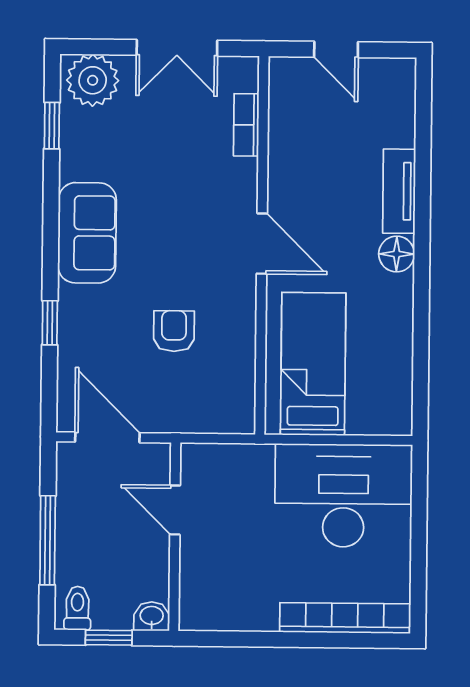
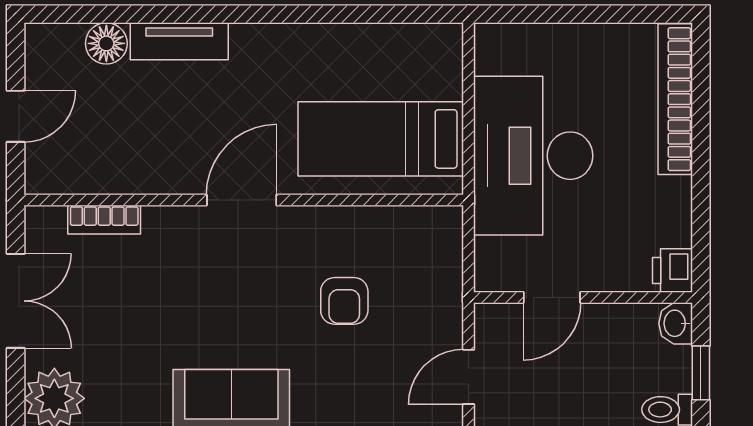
floor lamp: (397, 254) -> (106, 43), moved
armchair: (174, 331) -> (344, 301), turned -90
door: (107, 437) -> (468, 377), width x0.73
desk: (343, 496) -> (533, 156), moved
printer: (197, 614) -> (672, 270), added

